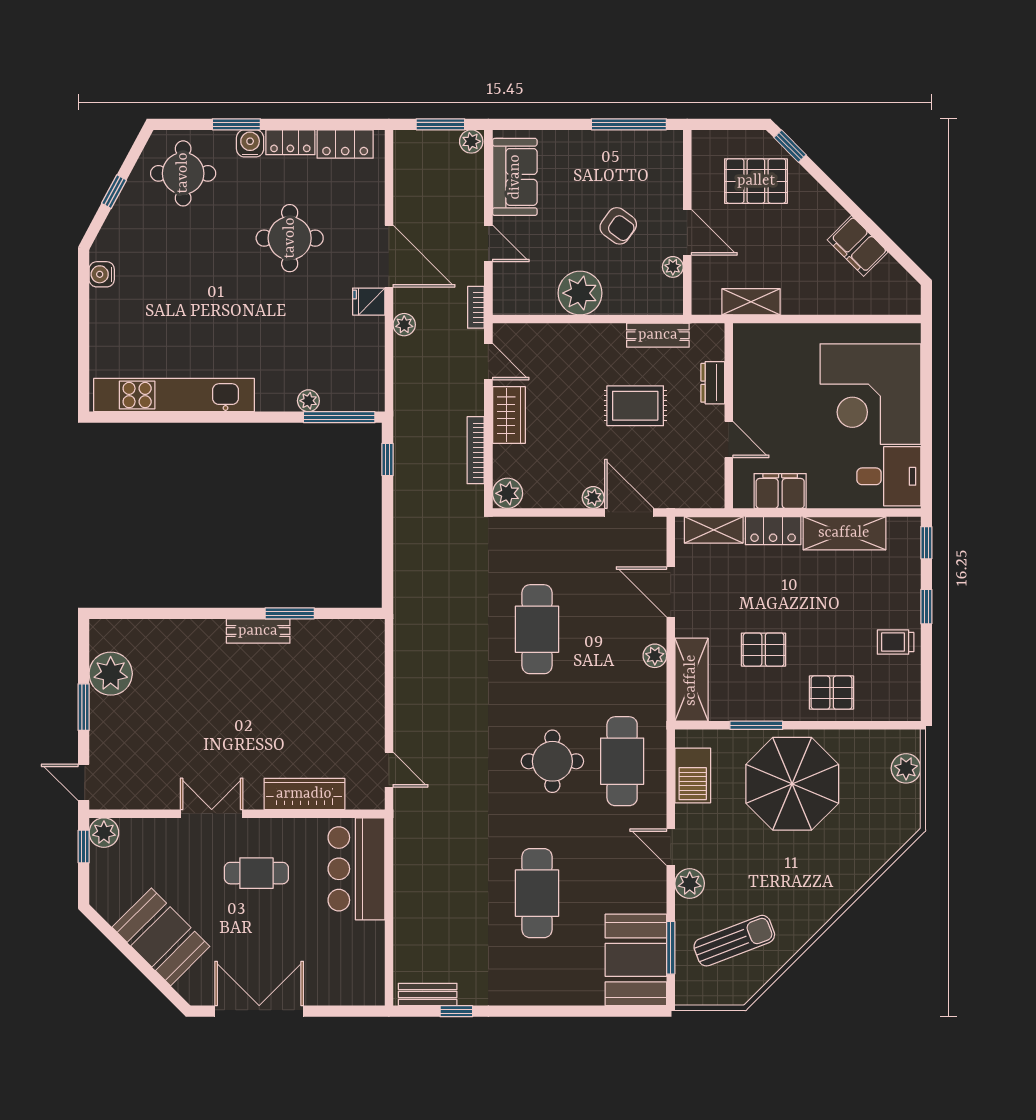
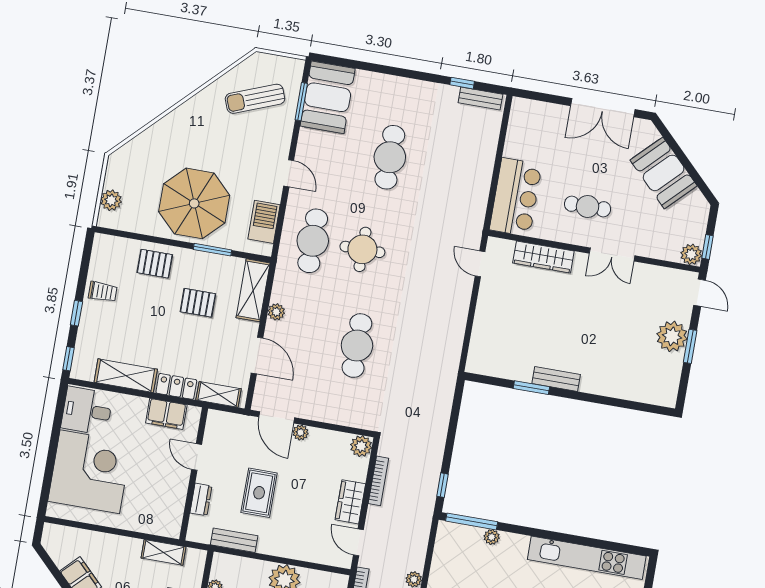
rug: (635, 406) -> (259, 493), turned 90
plant: (111, 674) -> (672, 336), moved
plant: (690, 883) -> (280, 145), removed

